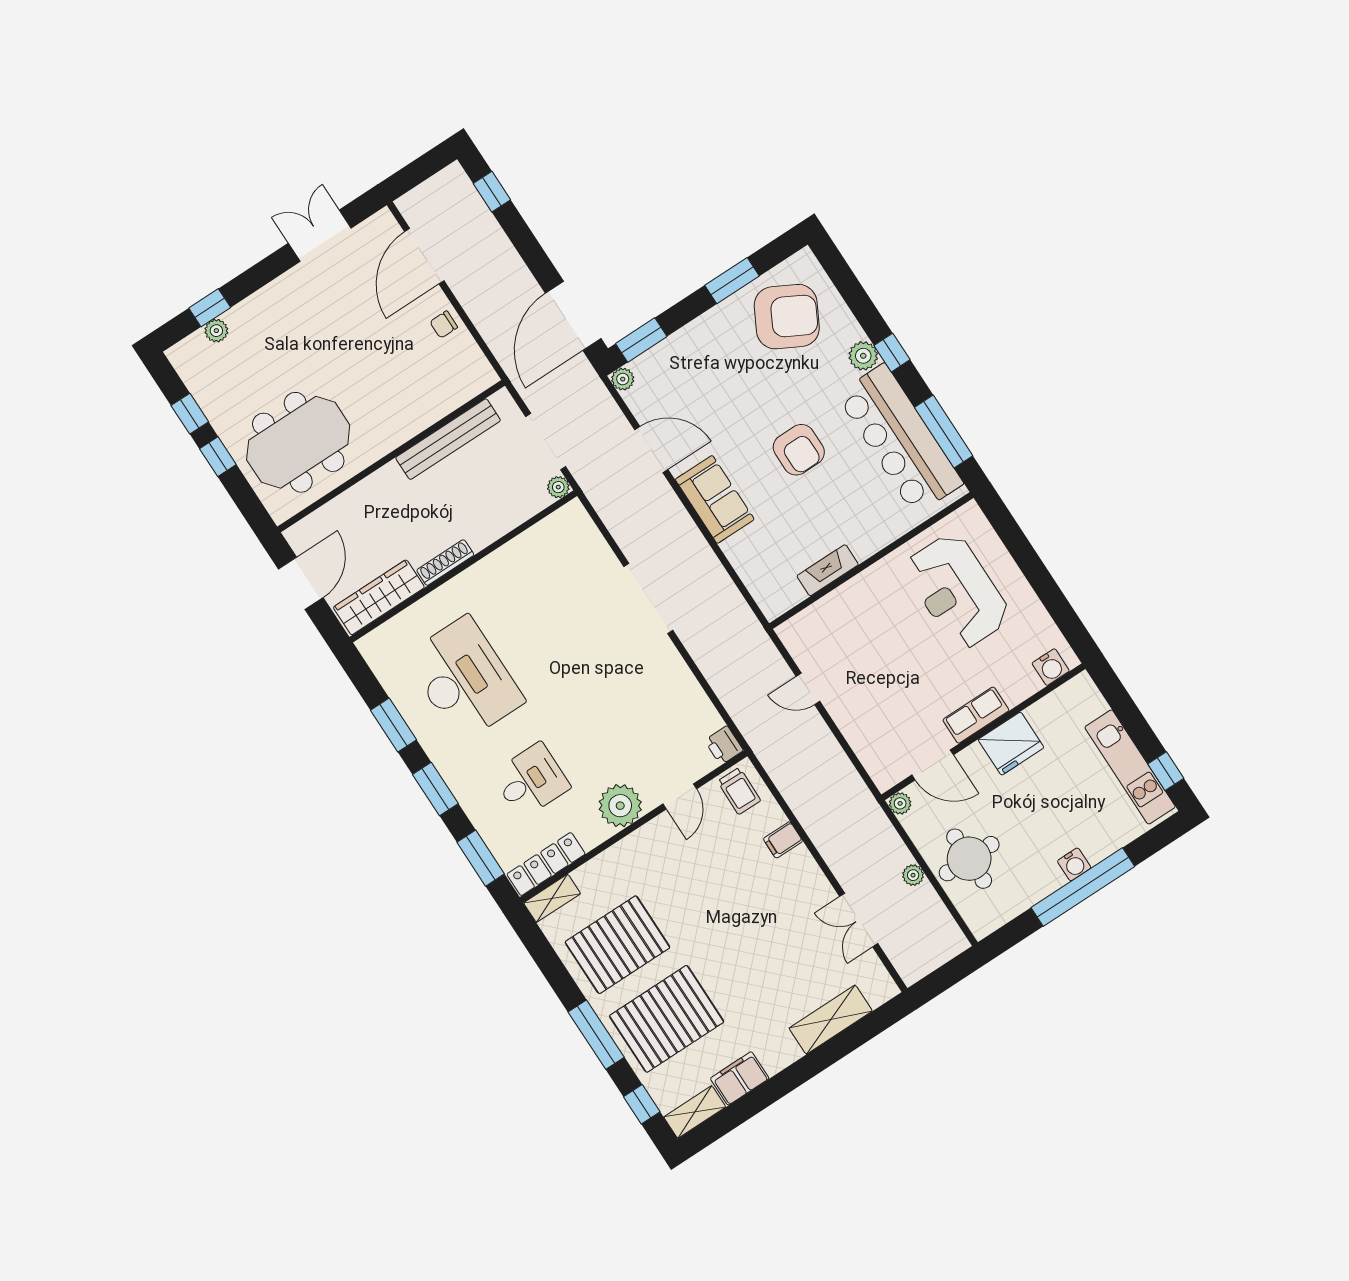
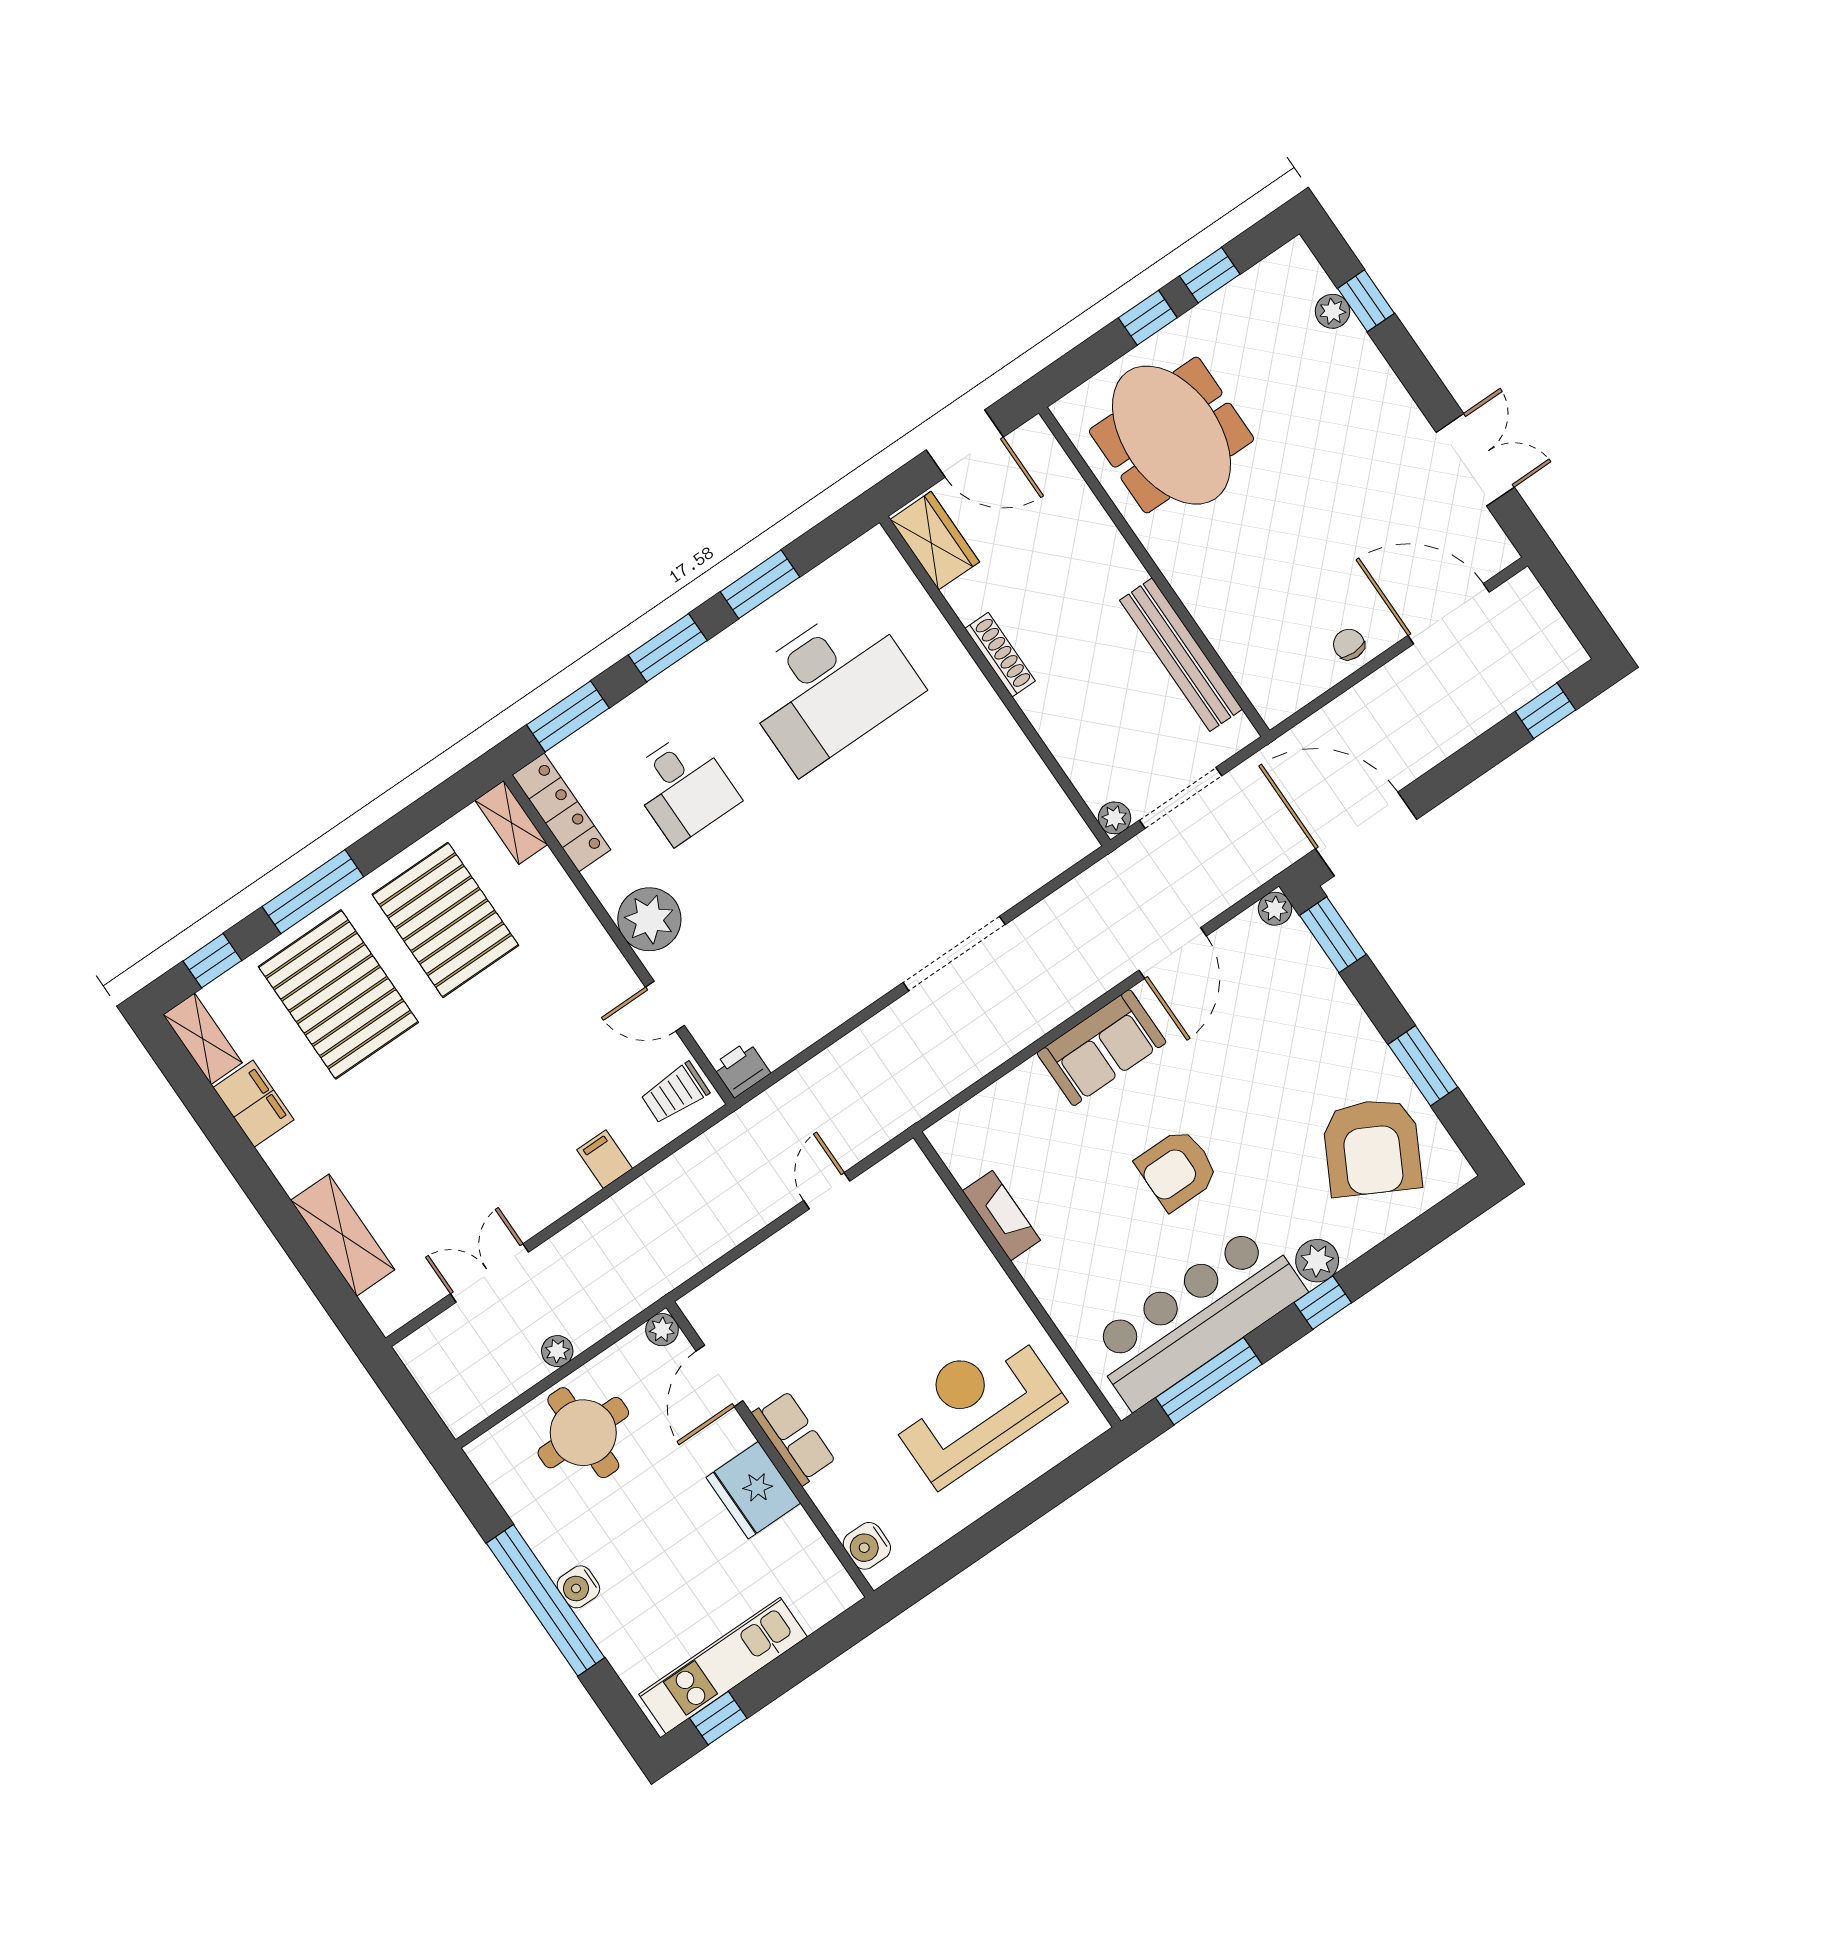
wardrobe: (379, 597) -> (935, 541), width x0.67

